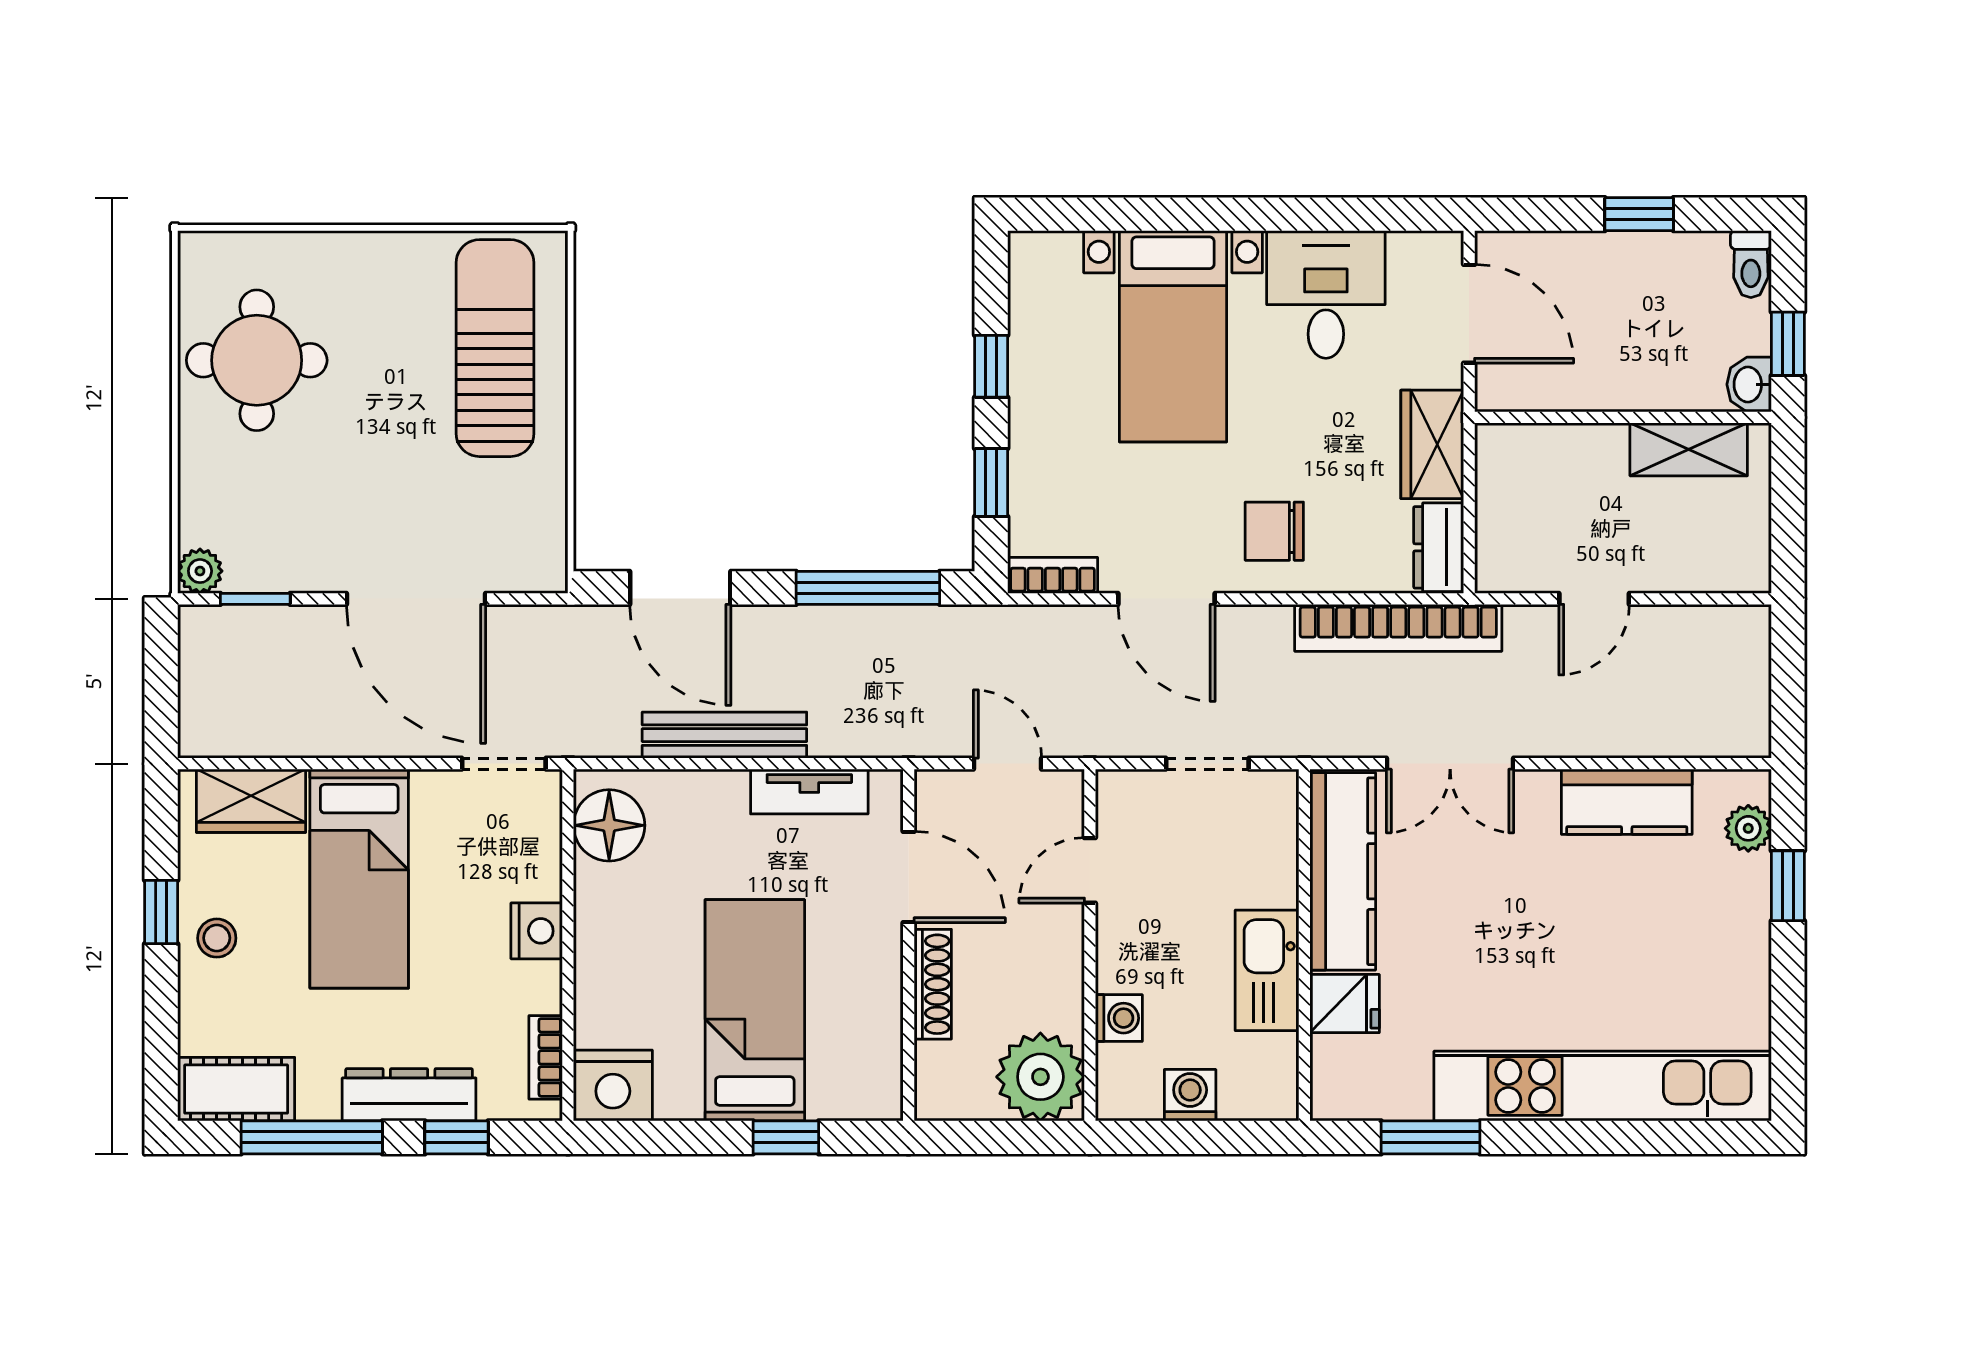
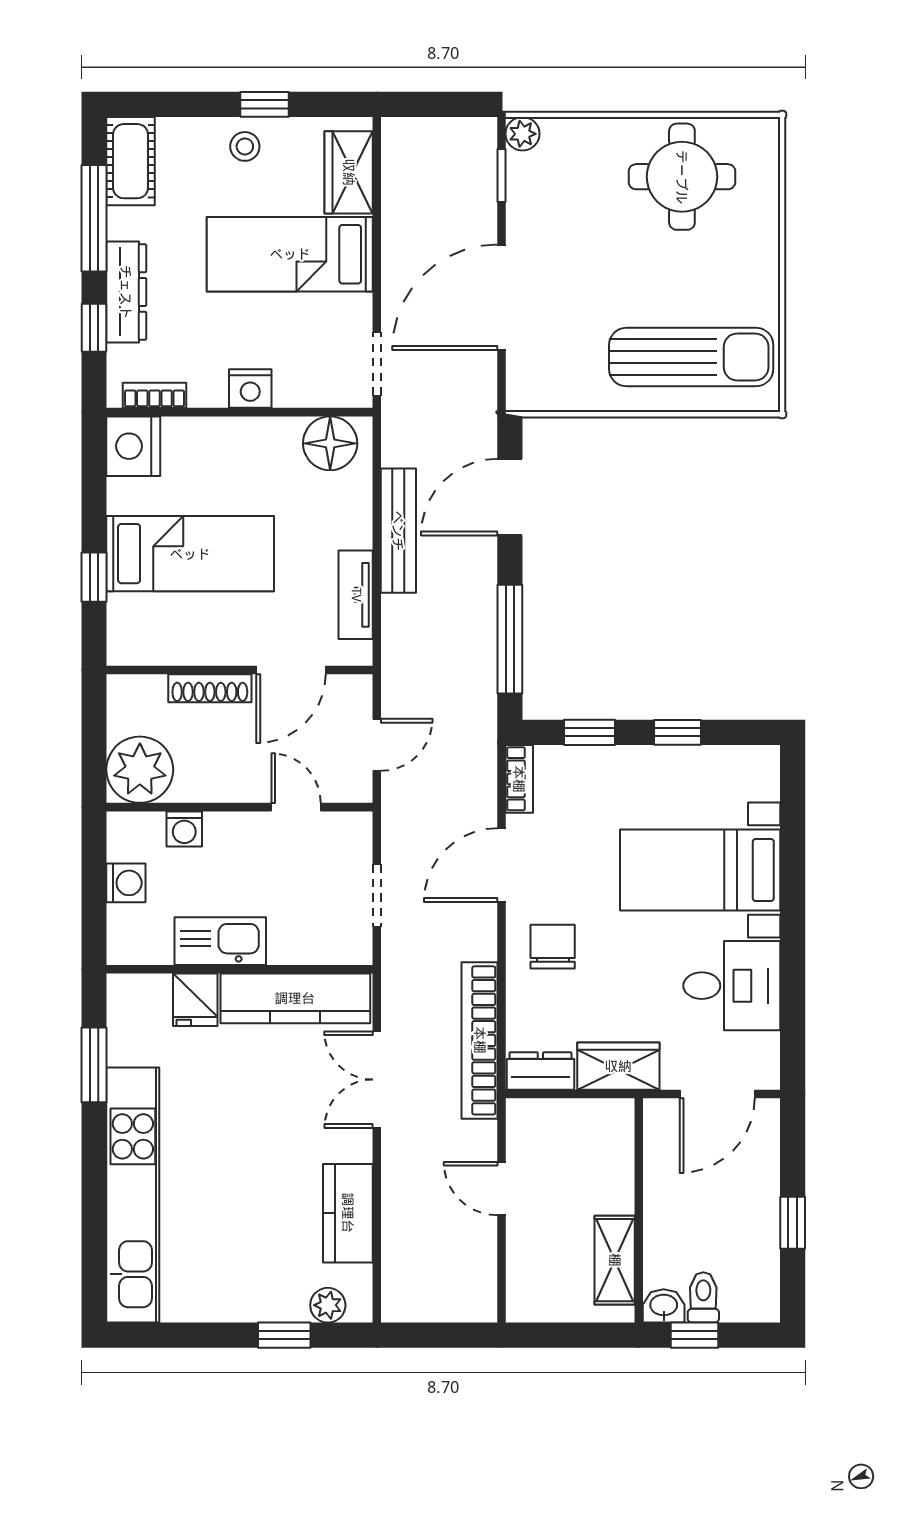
toilet: (1751, 264) -> (703, 1297), moved, turned 90

